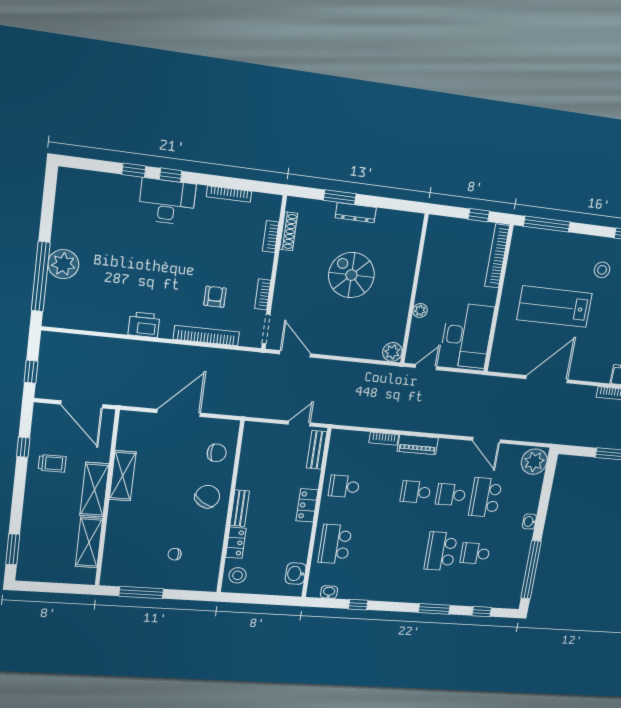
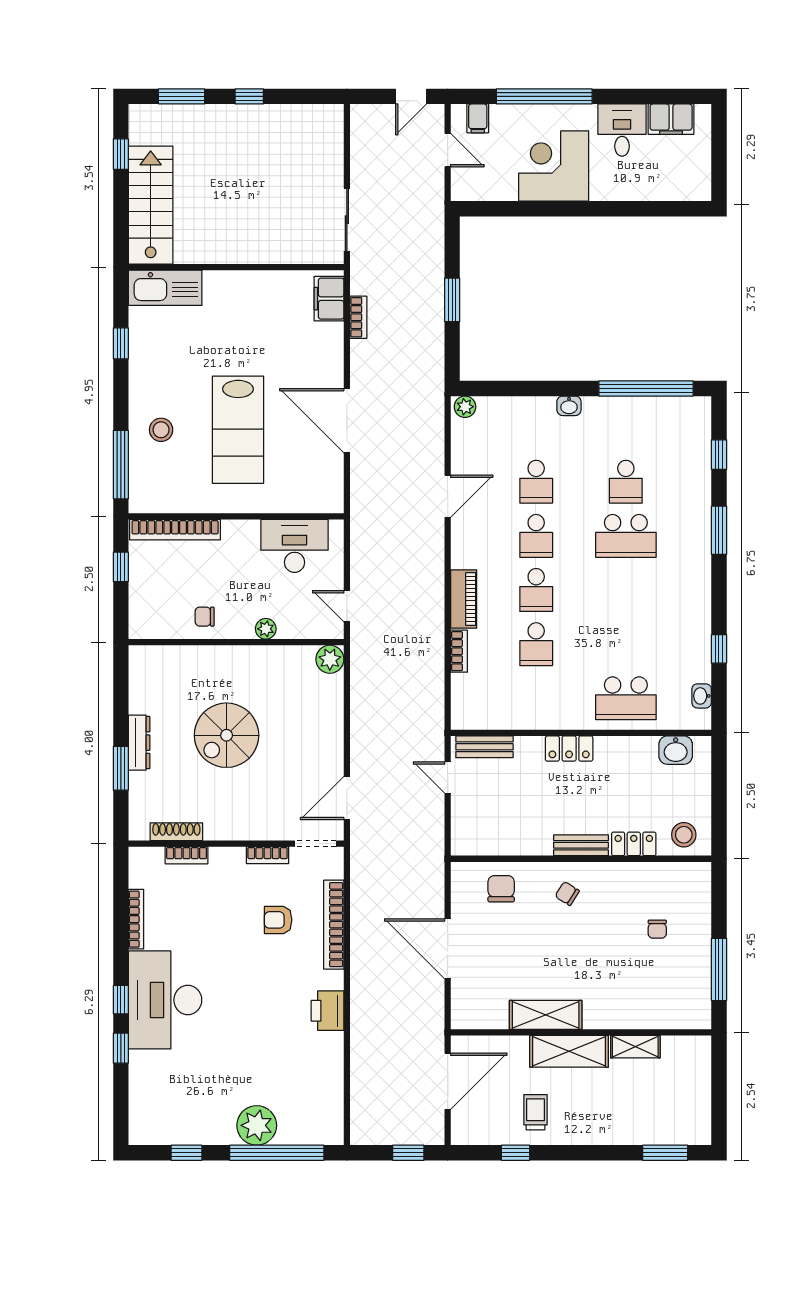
desk: (167, 202) -> (165, 1000), width x1.36, depth x1.30
window: (48, 209) -> (187, 1153), added
chair: (435, 269) -> (205, 617), added
stool: (602, 270) -> (161, 430), moved
desk: (467, 335) -> (295, 546), width x0.73, depth x0.77
plant: (534, 462) -> (465, 407), width x0.53, depth x0.53
school desk: (344, 486) -> (536, 644), moved
chair: (207, 497) -> (567, 894), width x0.54, depth x0.54
school desk: (485, 497) -> (536, 482), width x0.54
shelving: (89, 542) -> (635, 1047), width x0.67, depth x0.75

